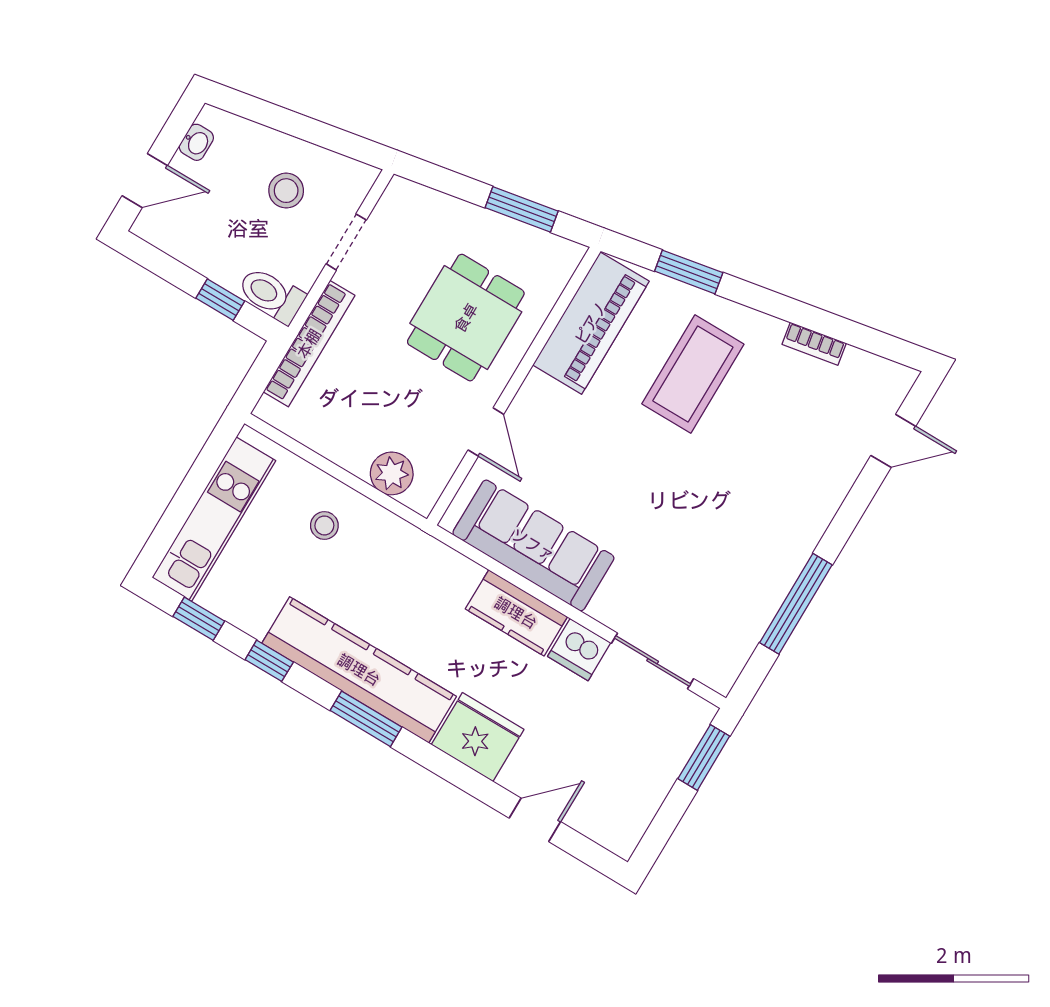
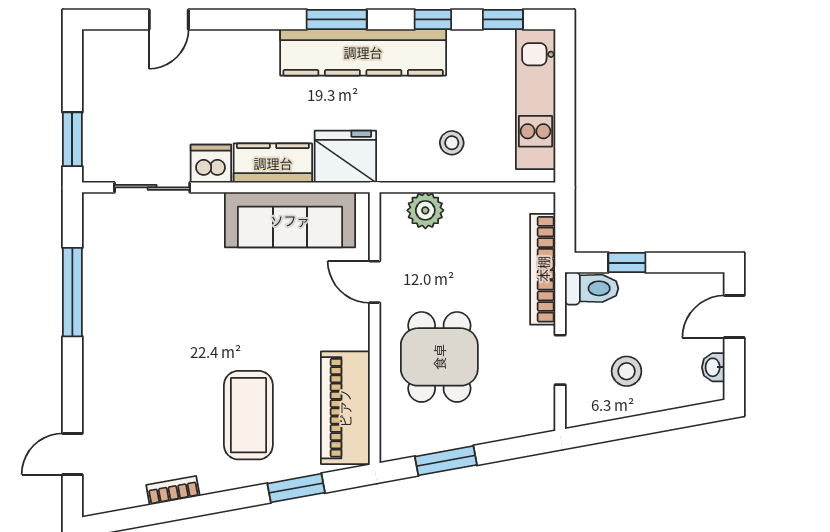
fridge: (478, 737) -> (345, 157), moved, turned 180

